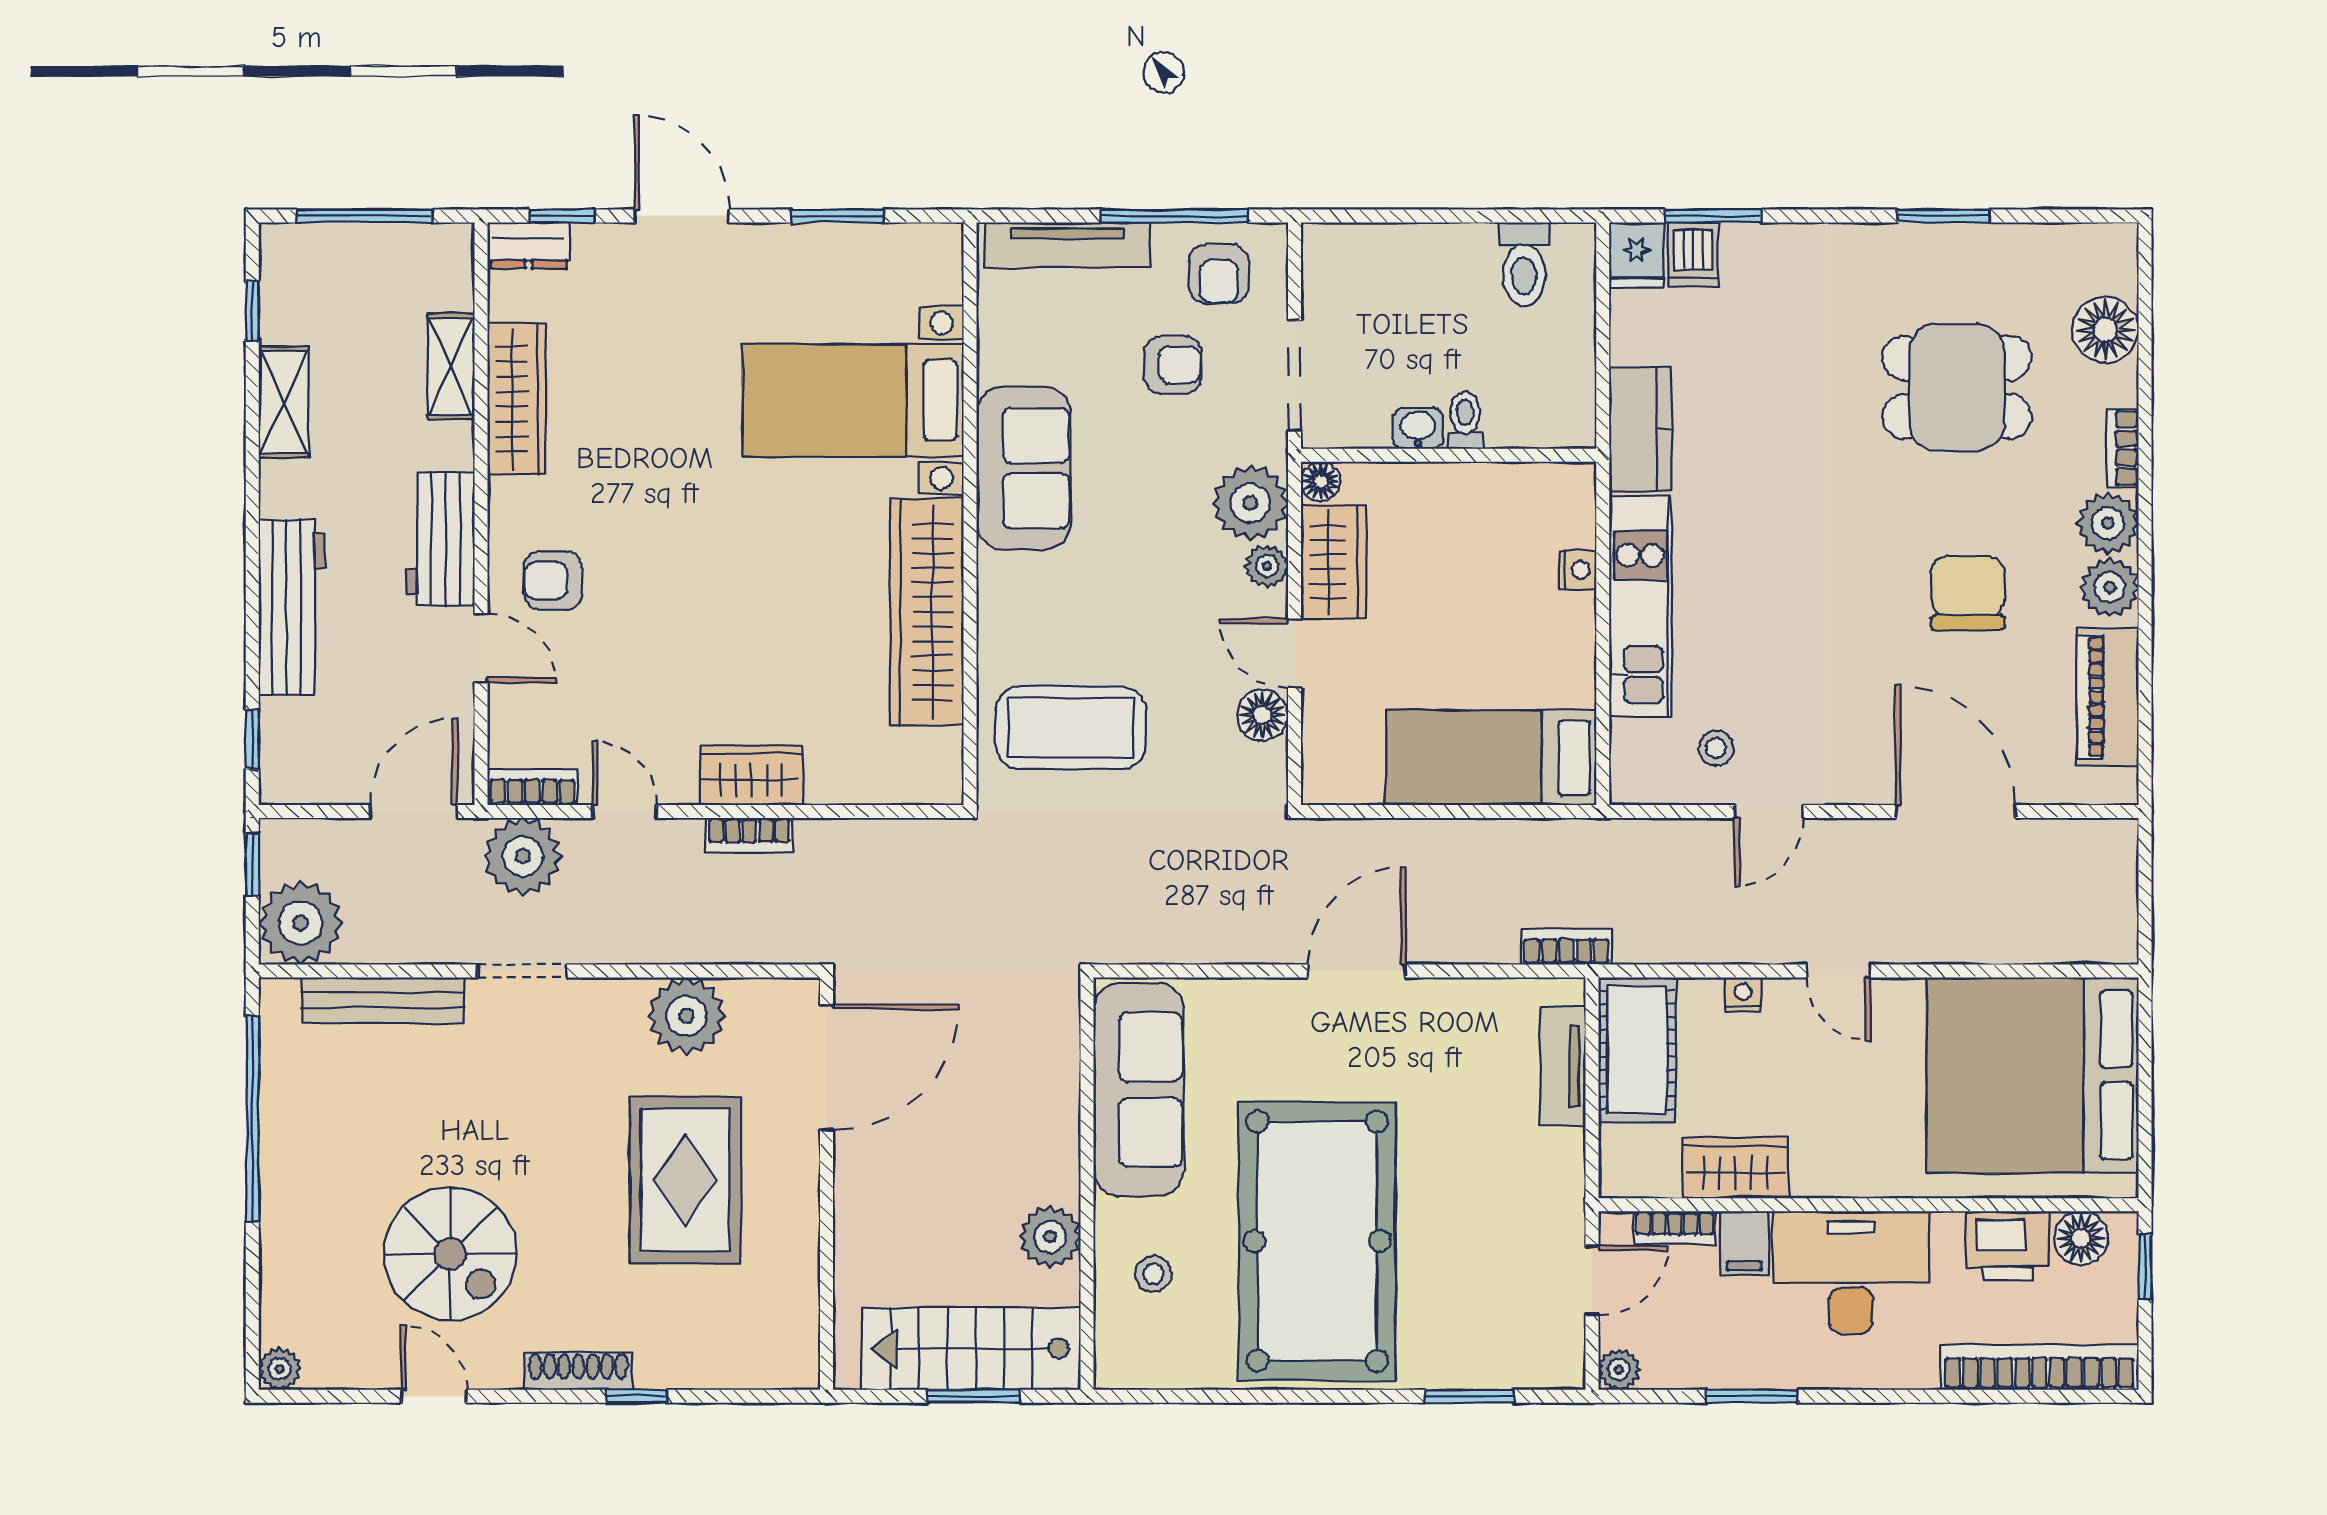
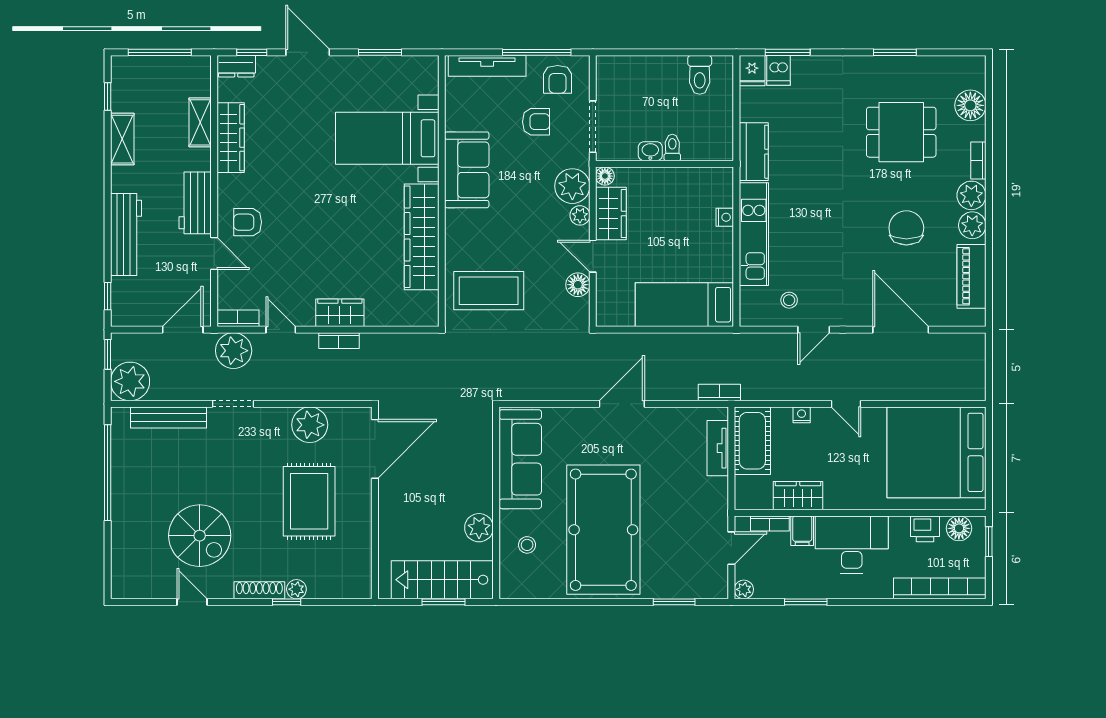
printer: (2008, 1246) -> (925, 529), width x0.73, depth x0.81
plant: (280, 1369) -> (296, 589), moved

